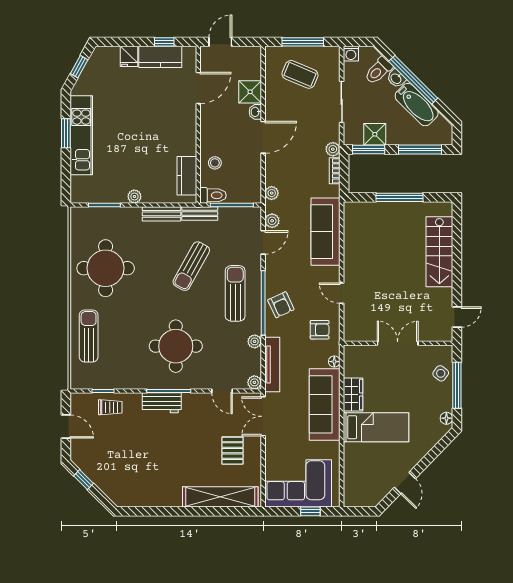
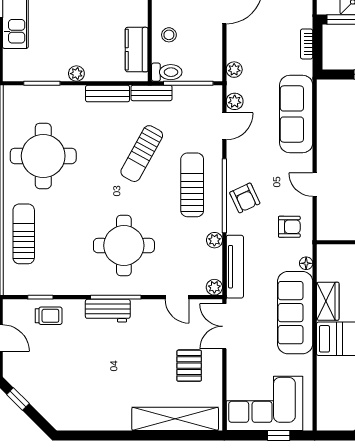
plant: (333, 149) -> (304, 19), removed

